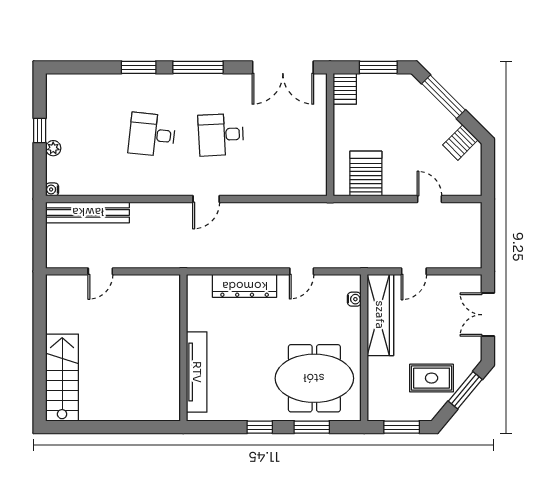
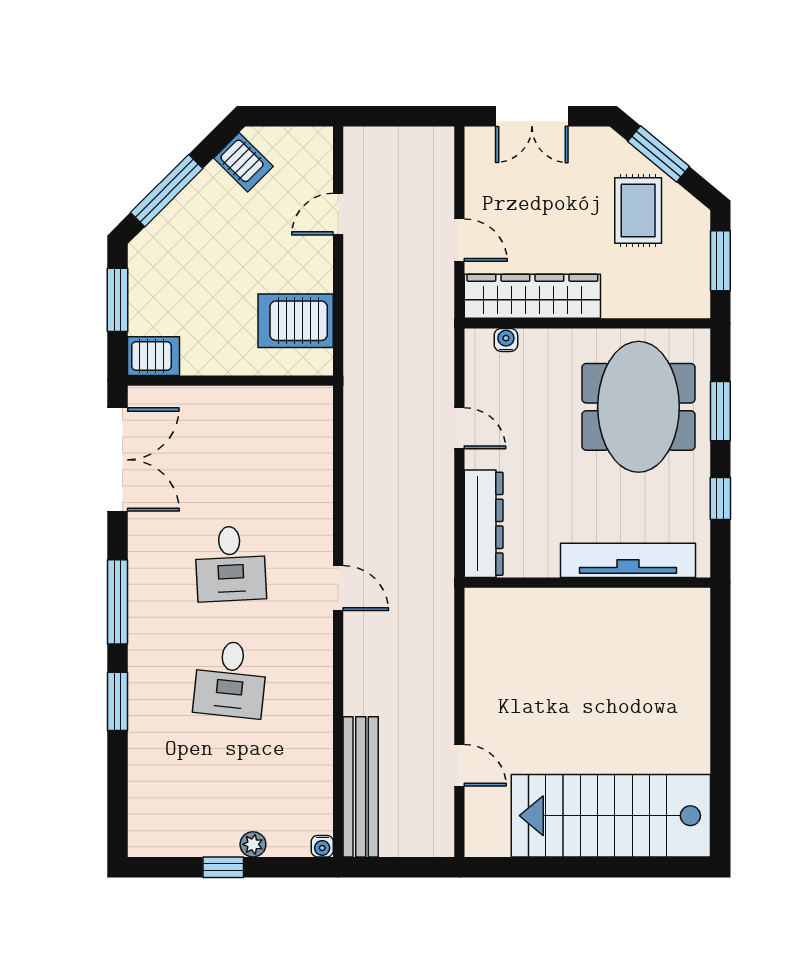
wall: (183, 348) -> (587, 583), moved
tv unit: (197, 372) -> (628, 560), moved
stairs: (62, 378) -> (611, 816), width x1.36, depth x1.51

